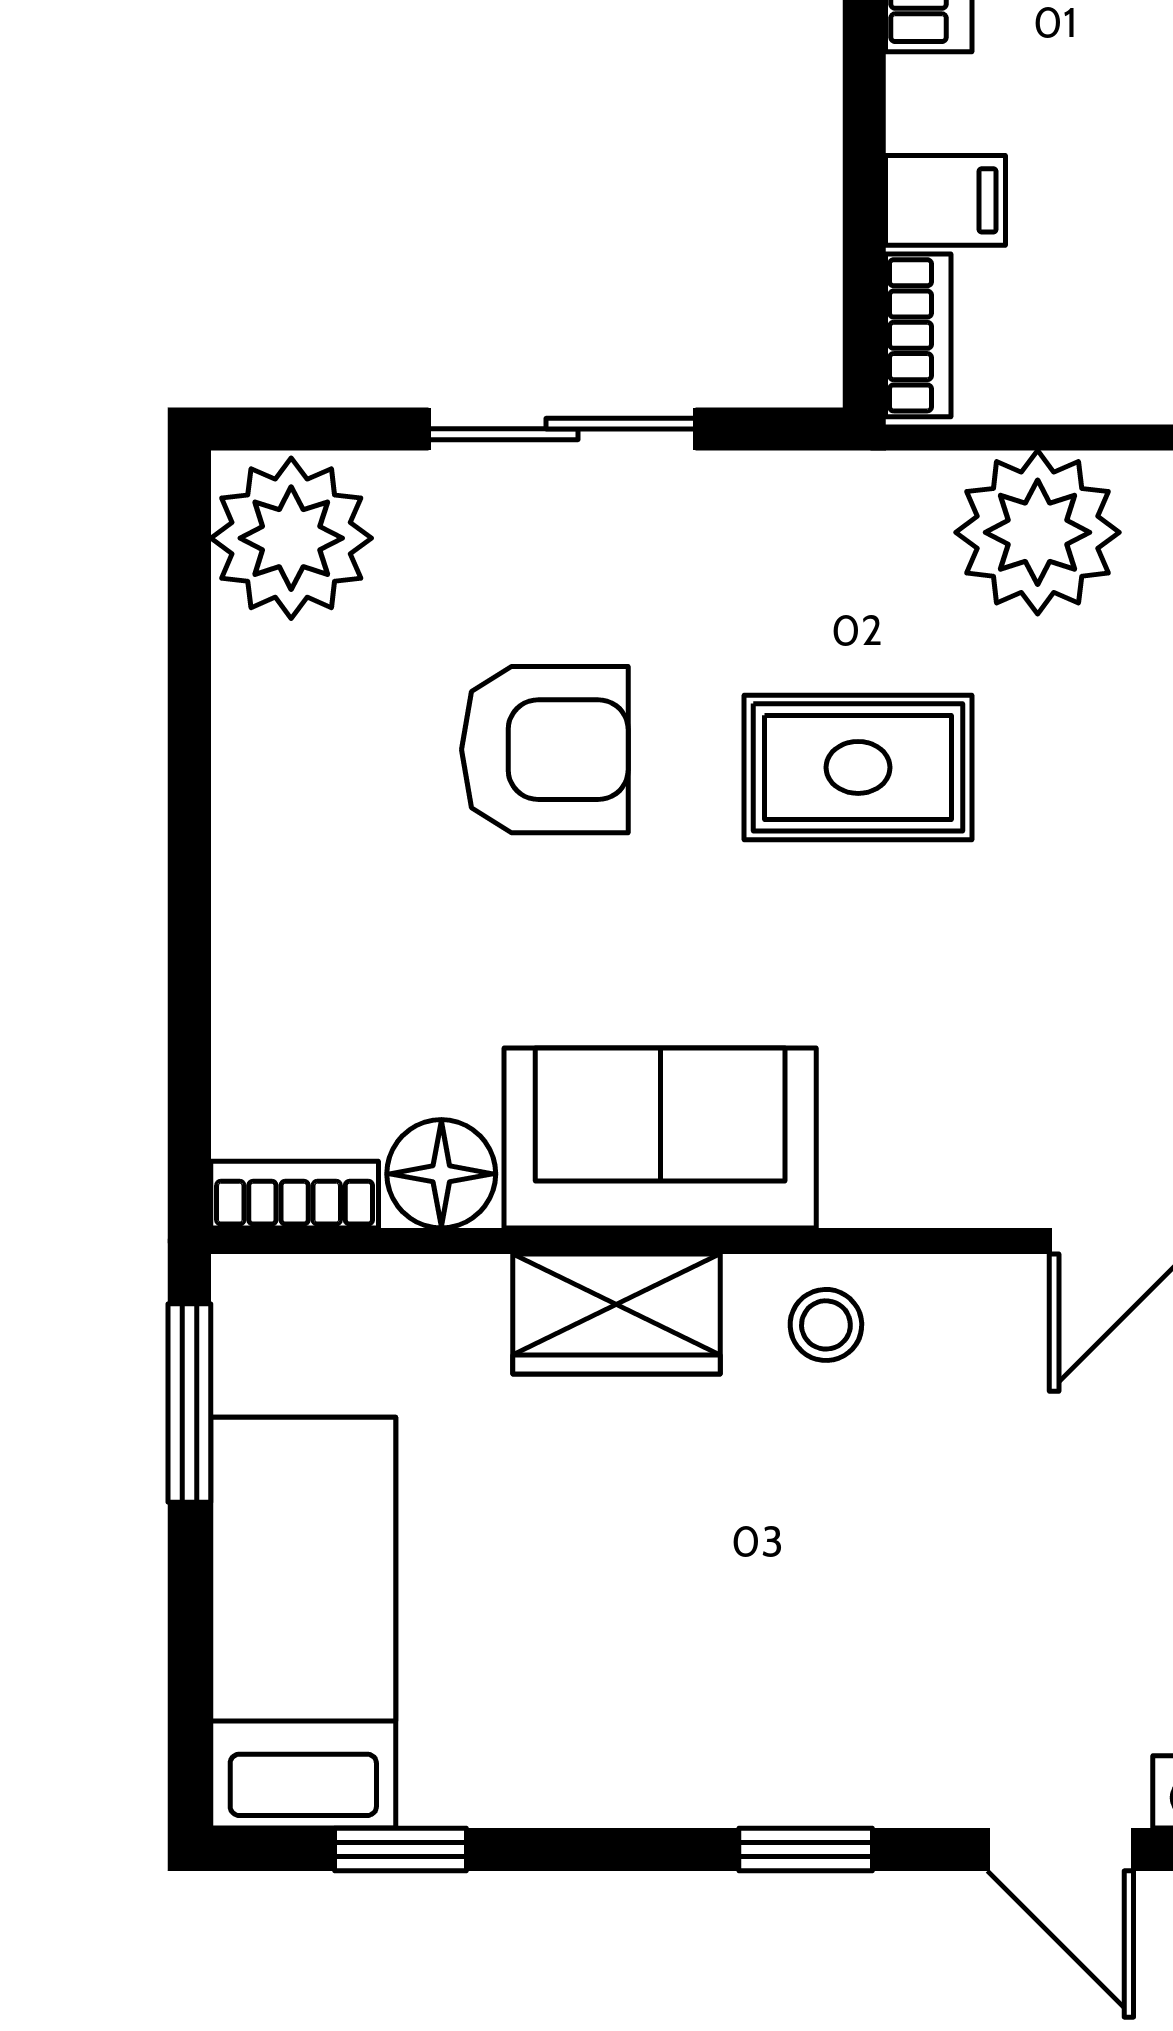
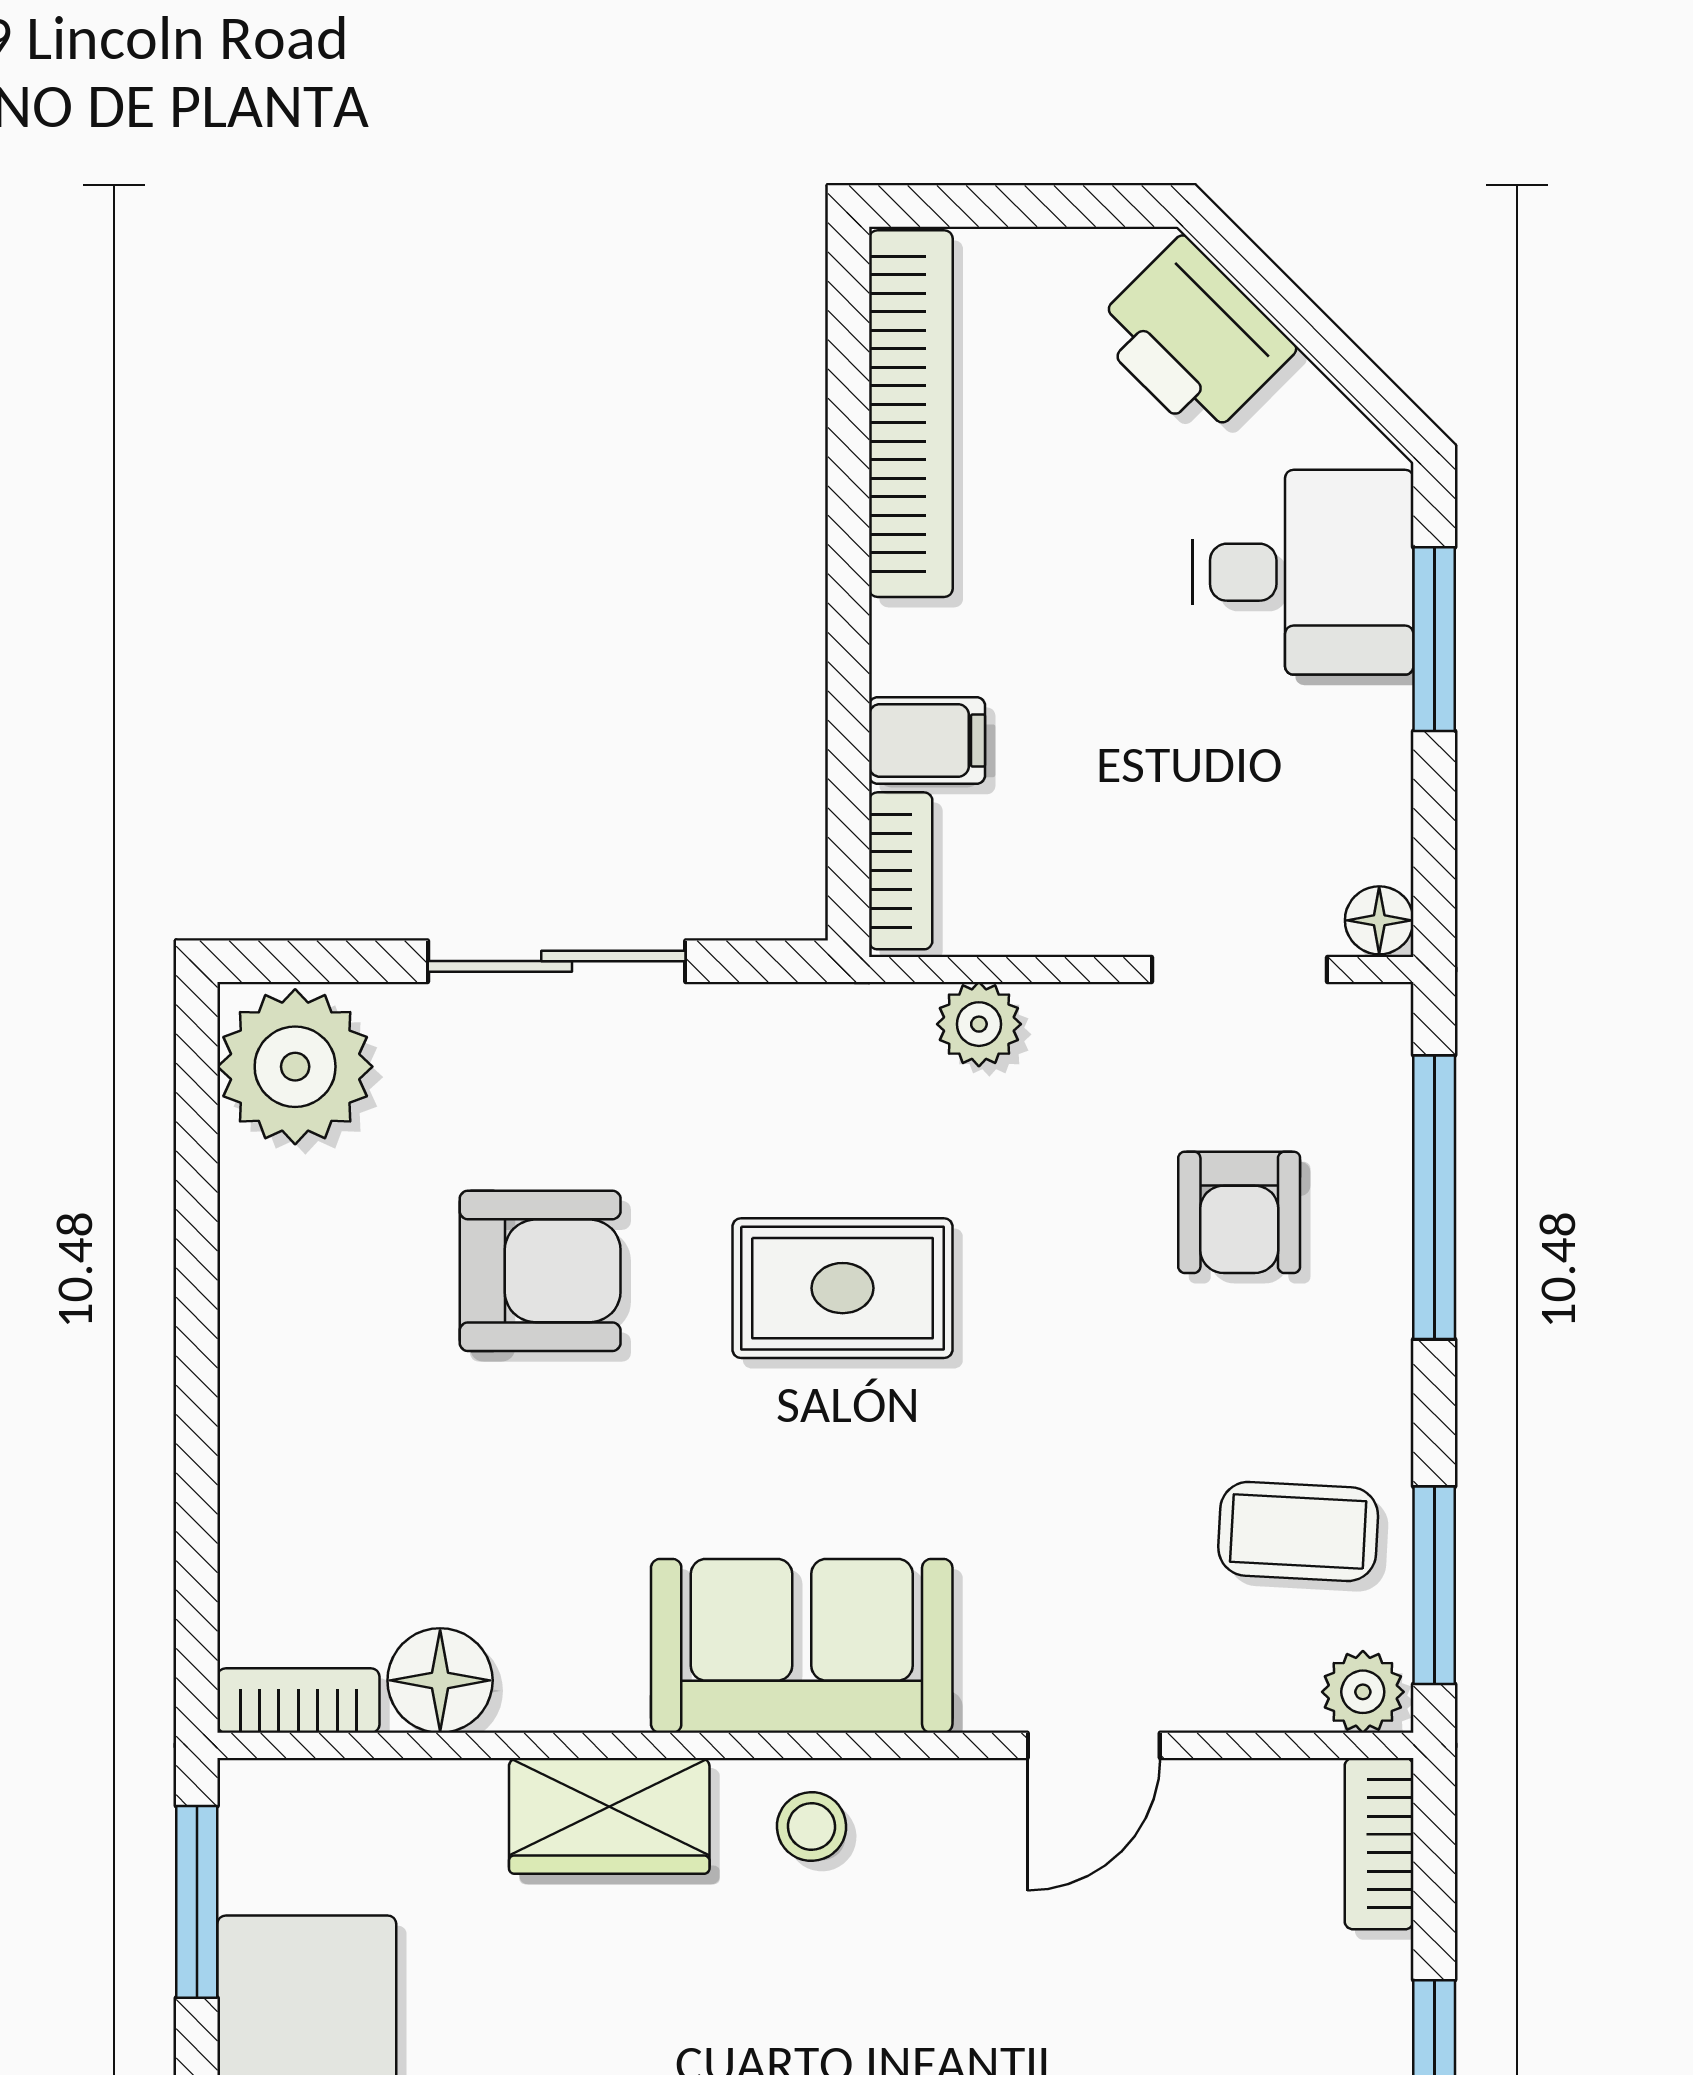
plant: (1038, 532) -> (979, 1024), width x0.53, depth x0.53
sofa: (660, 1138) -> (802, 1646), moved

